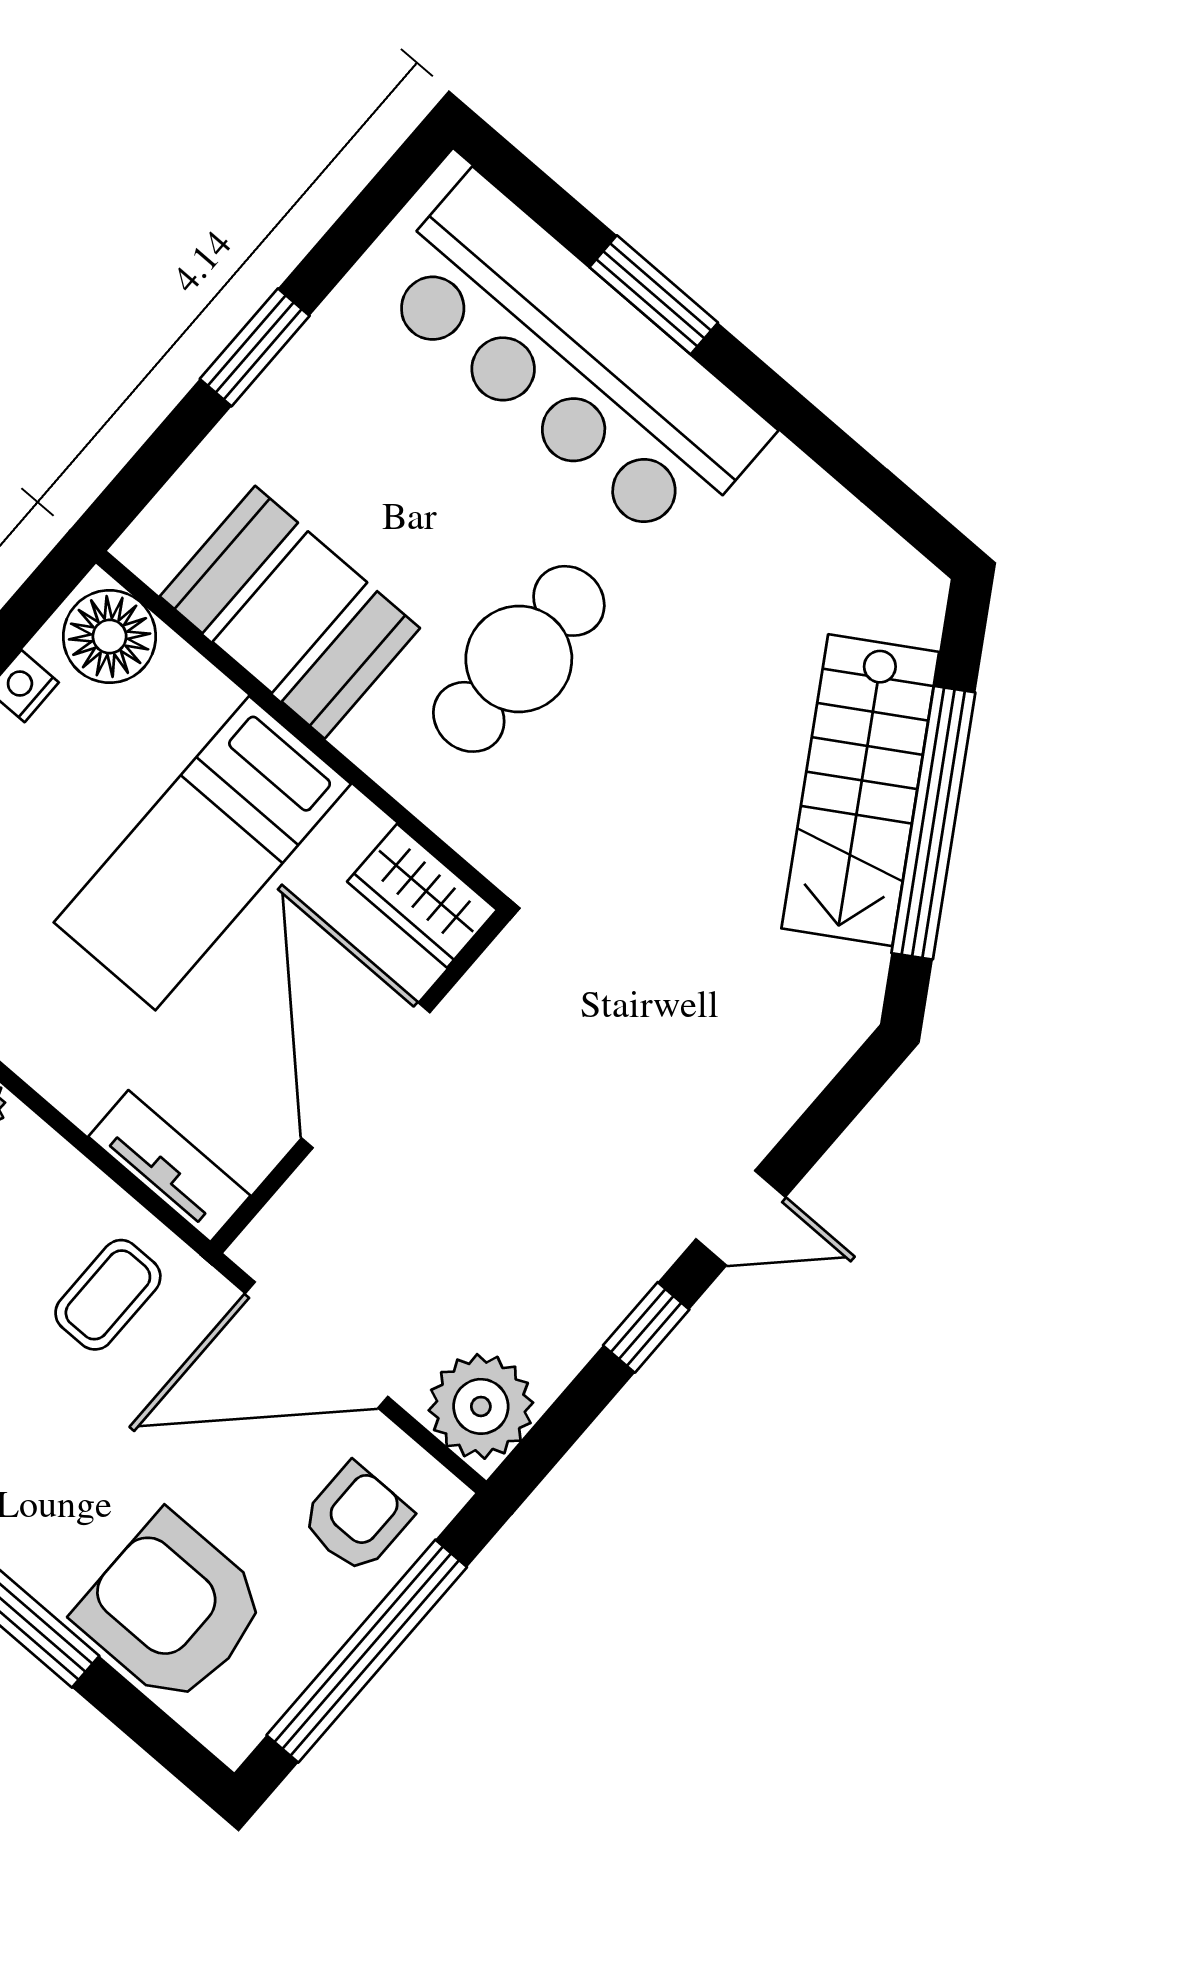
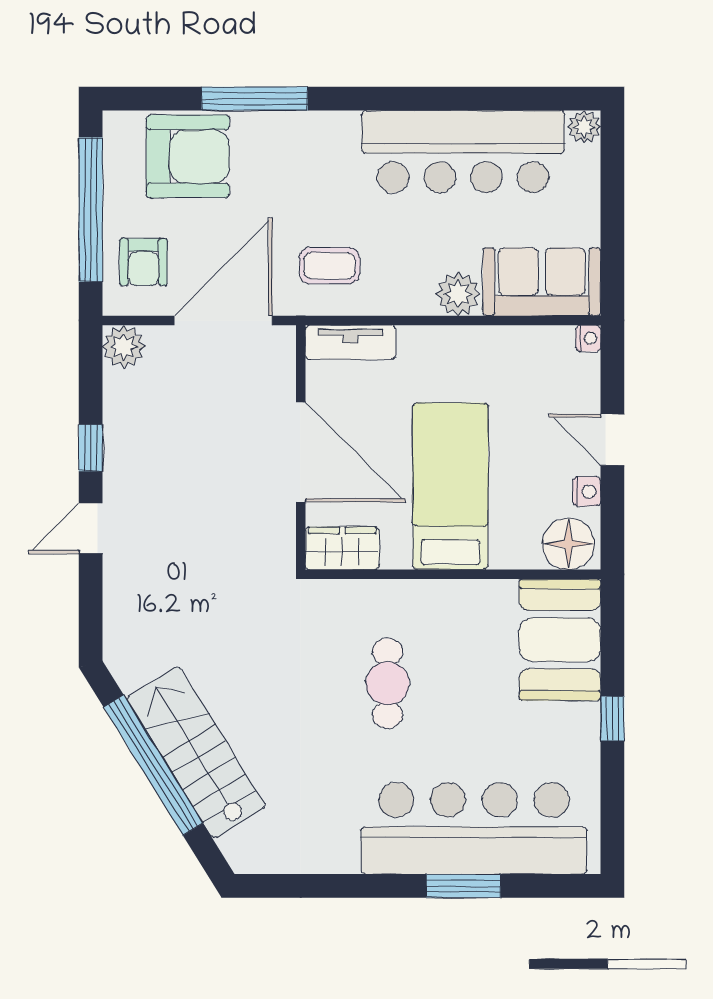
window: (255, 347) -> (612, 719), width x0.67
booth: (290, 612) -> (560, 640), moved, turned 90
cafe table: (519, 659) -> (388, 683), width x0.73, depth x0.74
coffee table: (108, 1295) -> (329, 266), turned 90
plant: (481, 1406) -> (124, 347), width x0.73, depth x0.73

